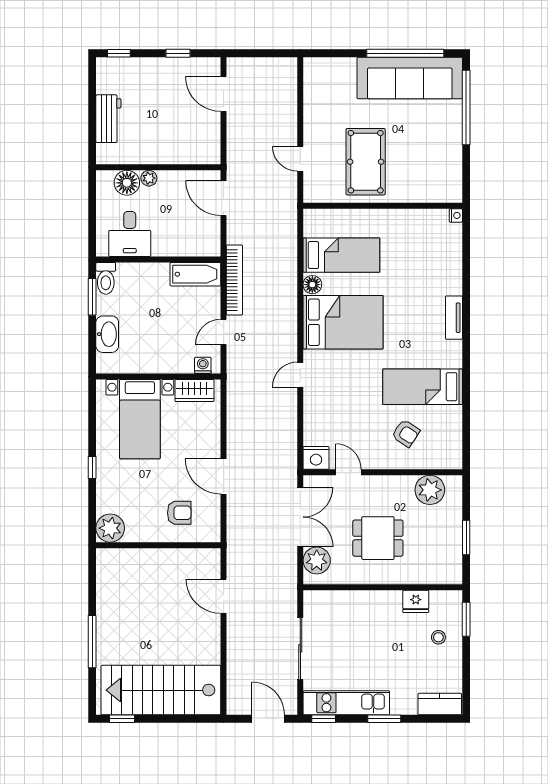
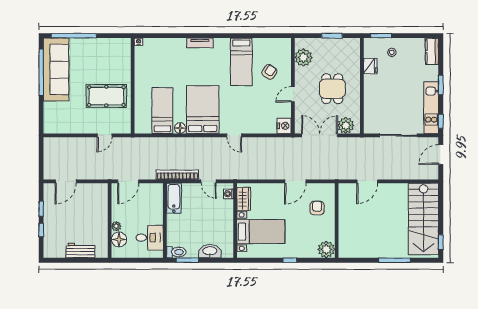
window: (119, 53) -> (41, 230), moved
door: (348, 472) -> (293, 94), moved

